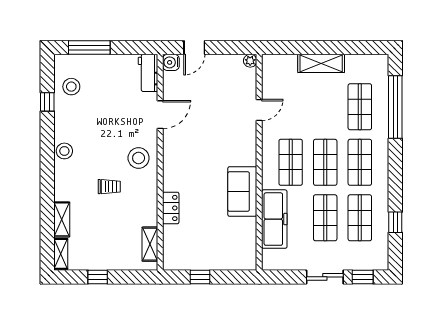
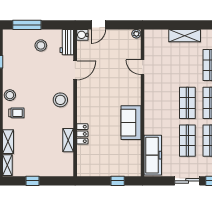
stool: (71, 87) -> (41, 45), moved
door: (259, 110) -> (142, 67), swing flipped
shop shelf: (291, 162) -> (164, 103), removed
trolley: (109, 187) -> (16, 113), moved
freezer: (274, 219) -> (153, 155), moved
shelving: (150, 244) -> (68, 140), moved
window: (200, 277) -> (118, 181), moved

